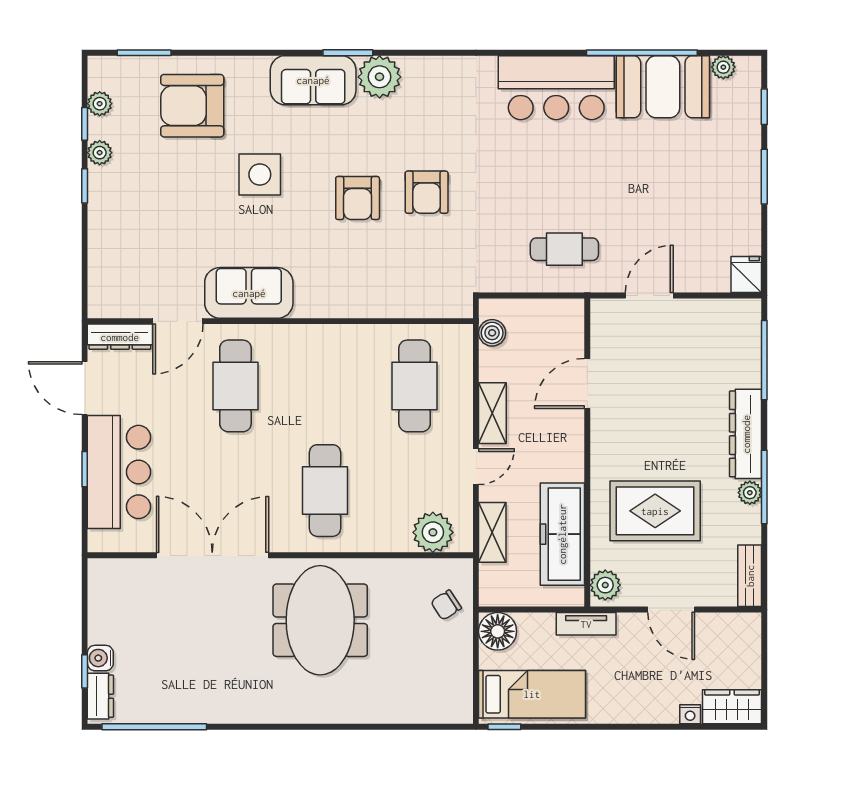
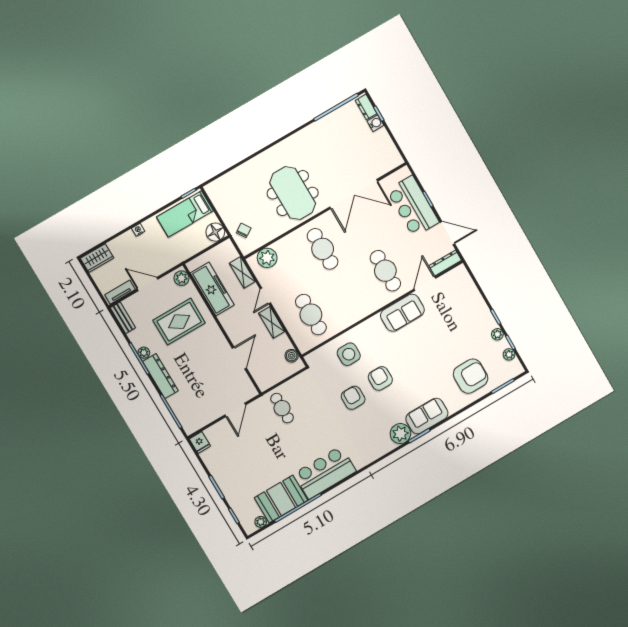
side table: (260, 174) -> (349, 354), moved
cafe table: (564, 249) -> (282, 408), turned 90
tv unit: (586, 624) -> (120, 292), moved
nightstand: (690, 714) -> (138, 230), moved

